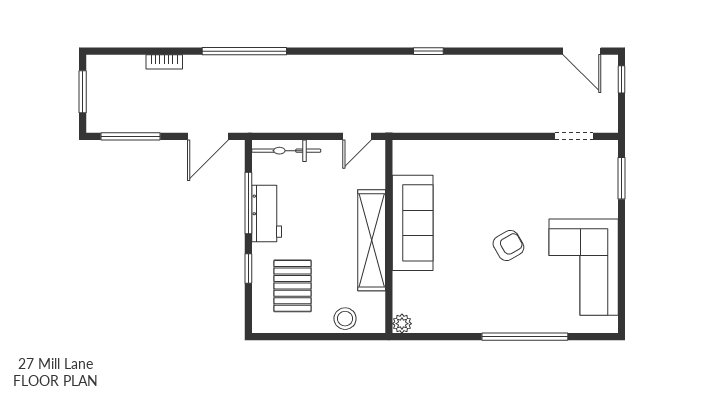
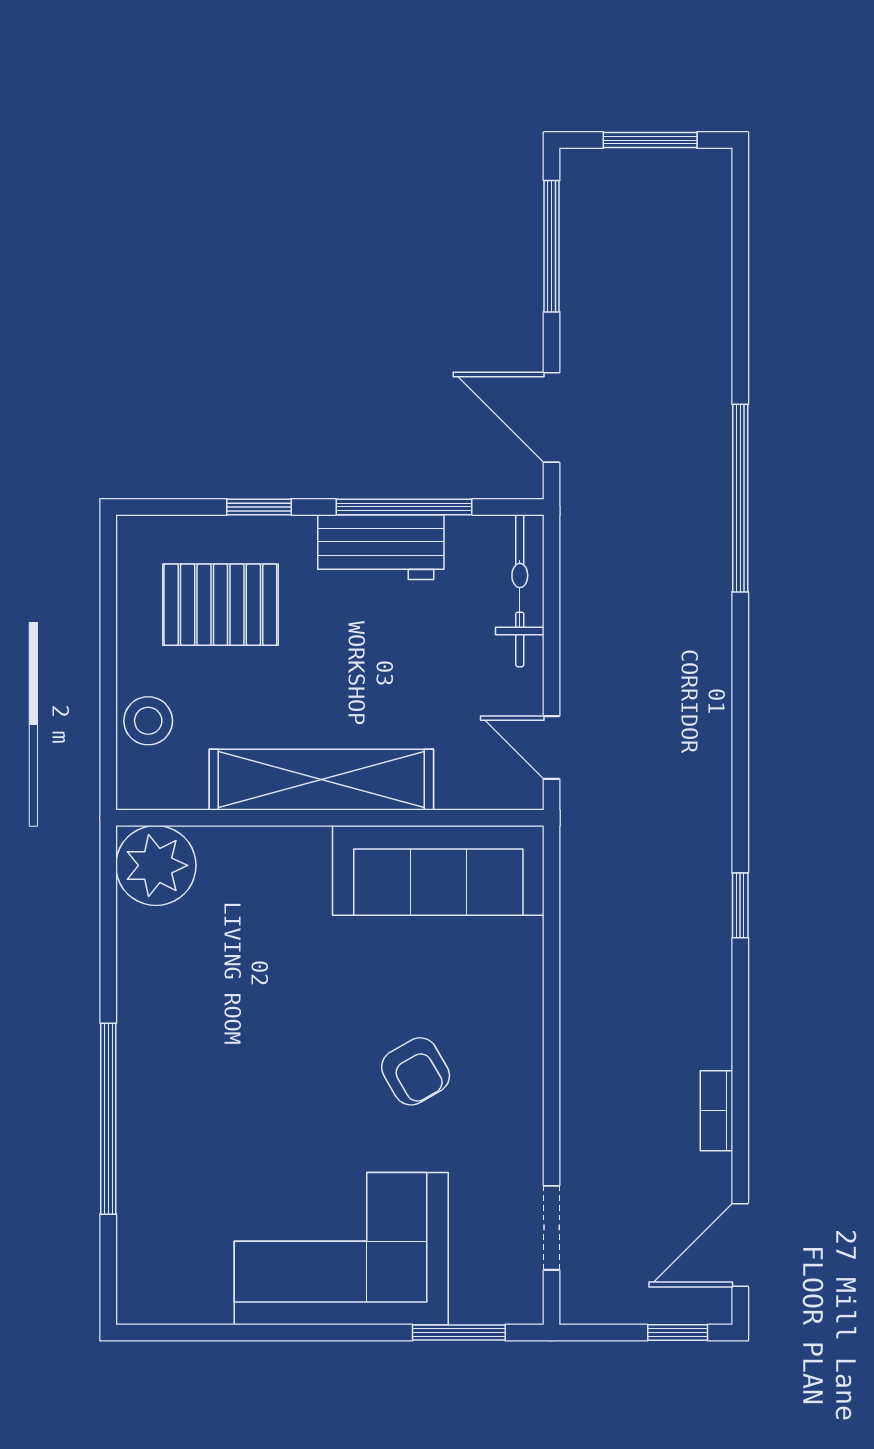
bookcase: (164, 62) -> (716, 1111), moved
sofa: (413, 223) -> (438, 870), moved
armchair: (508, 246) -> (416, 1071), moved
corner sofa: (584, 267) -> (341, 1249), moved
plant: (402, 324) -> (156, 865), width x1.87, depth x1.87

